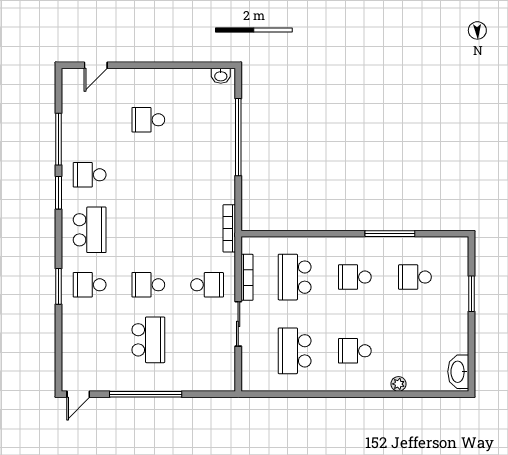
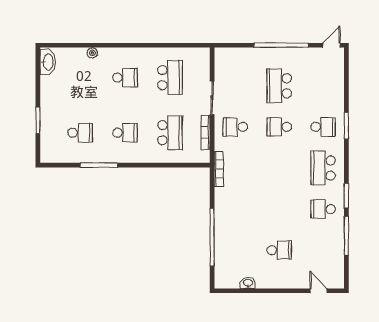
door: (96, 65) -> (319, 291), hinge flipped
washbasin: (221, 76) -> (248, 283), moved
school desk: (90, 175) -> (323, 209), turned 180
school desk: (148, 285) -> (279, 127), turned 180

